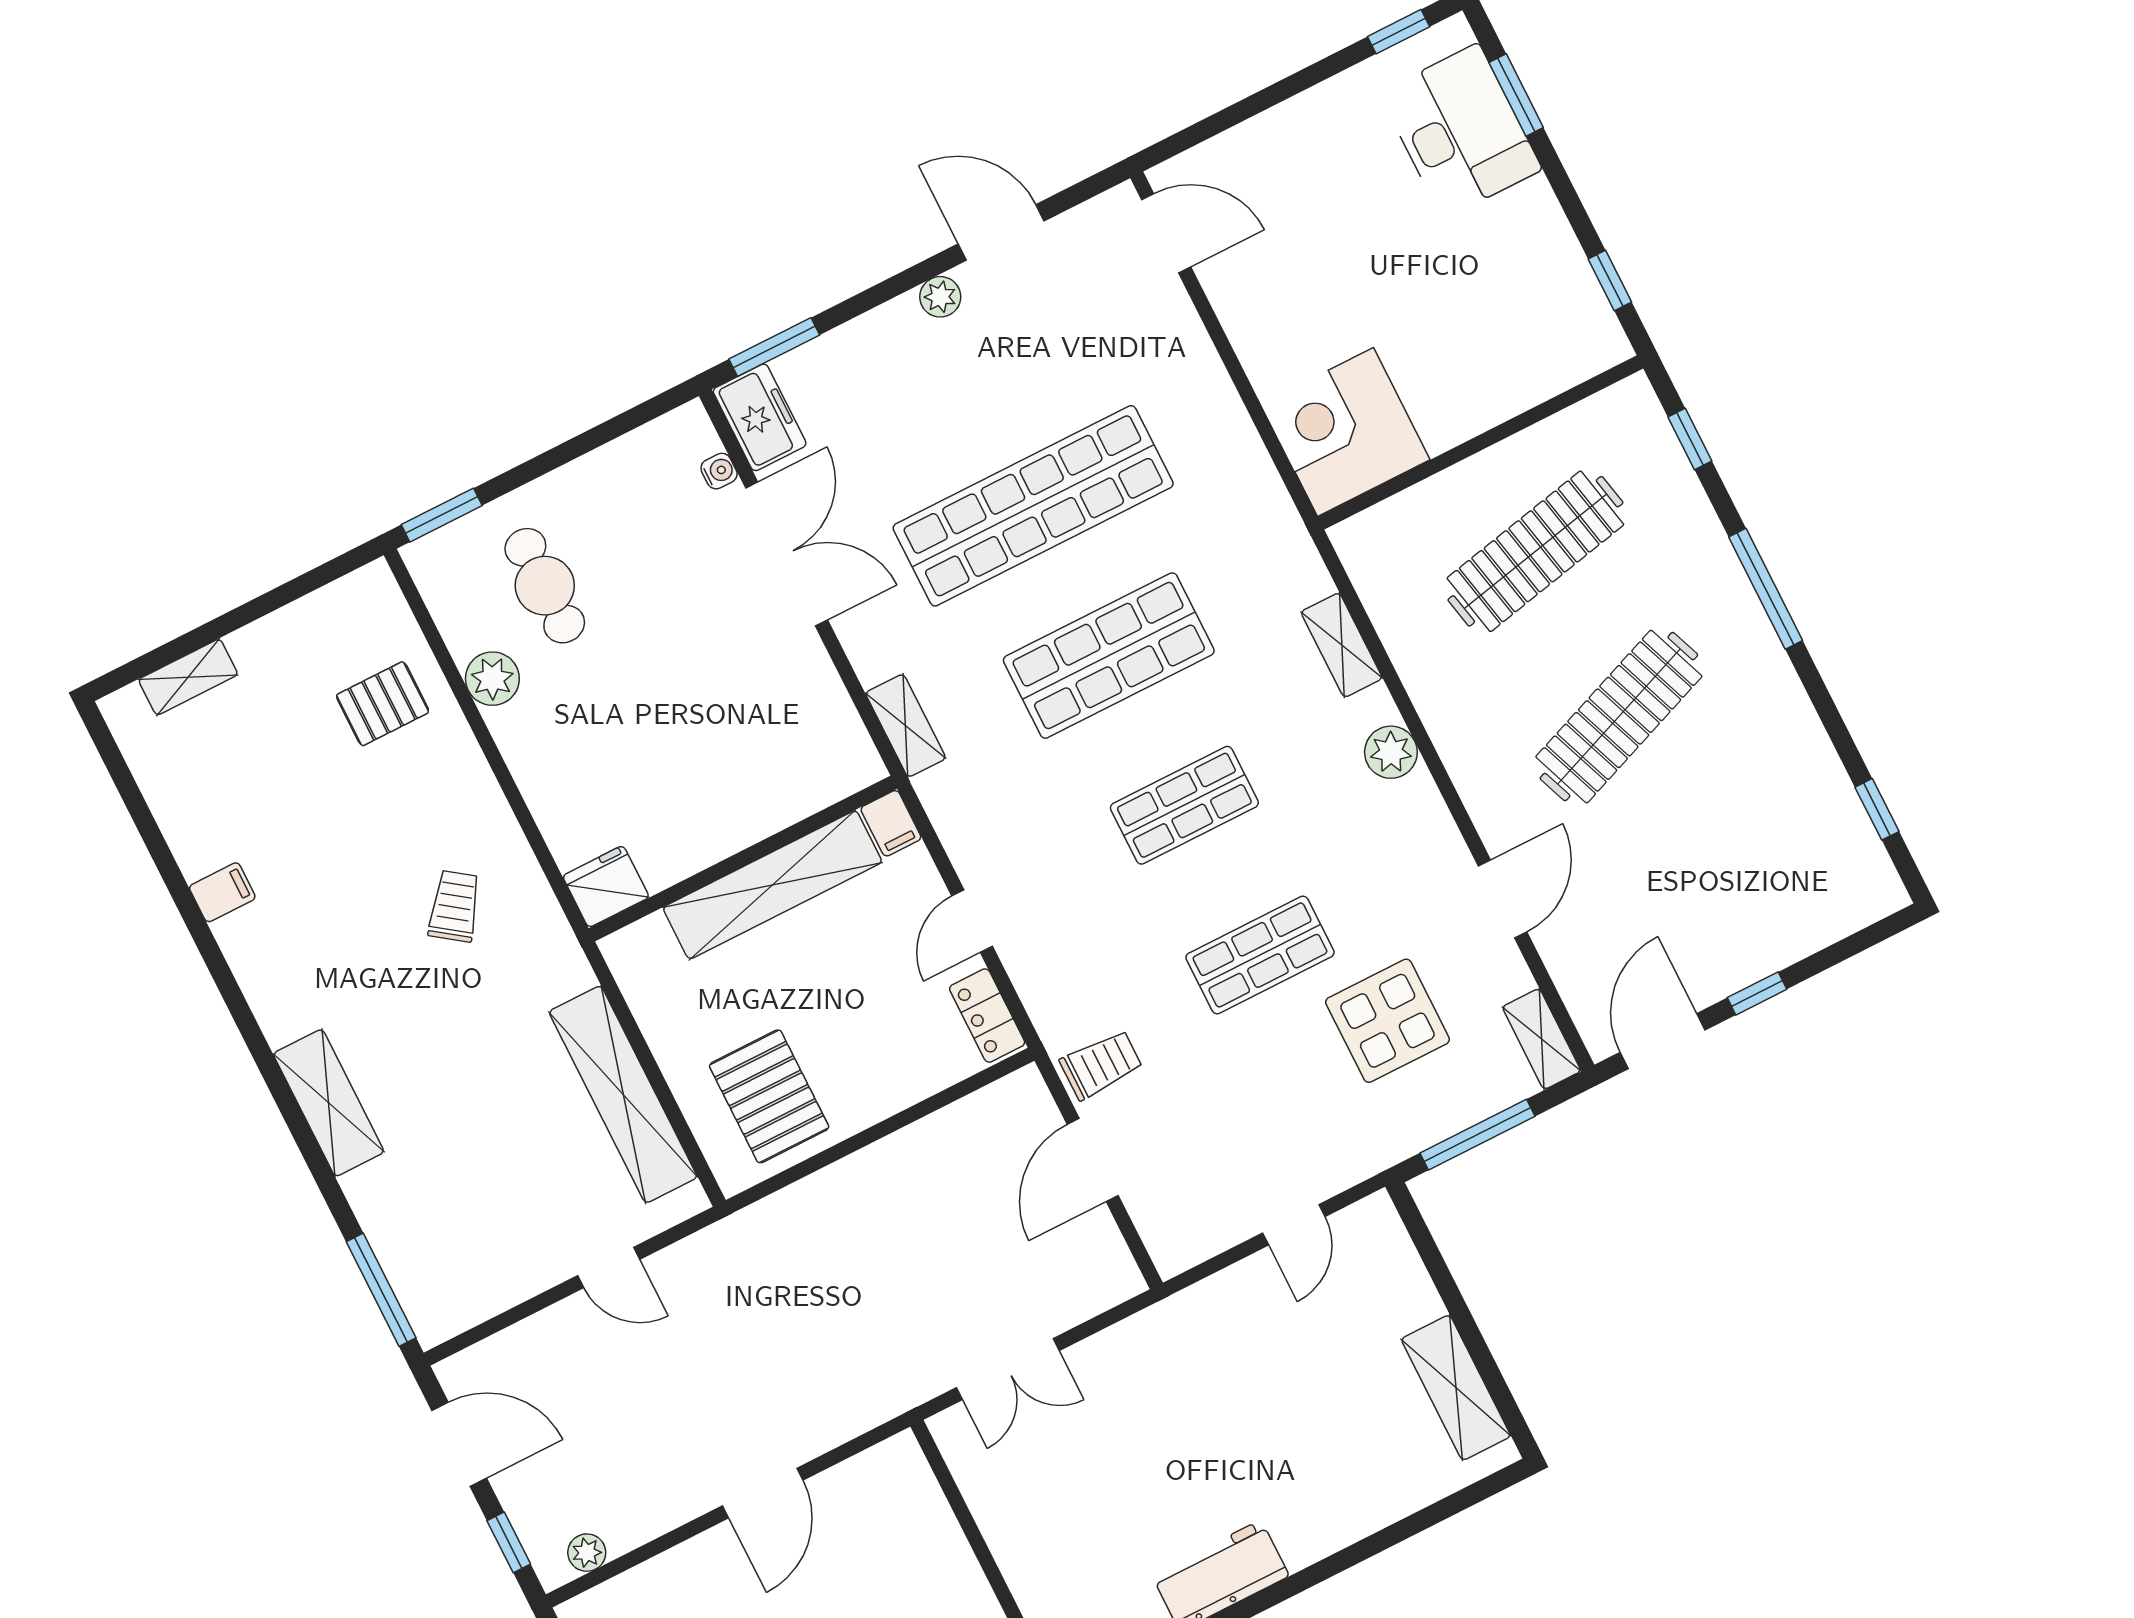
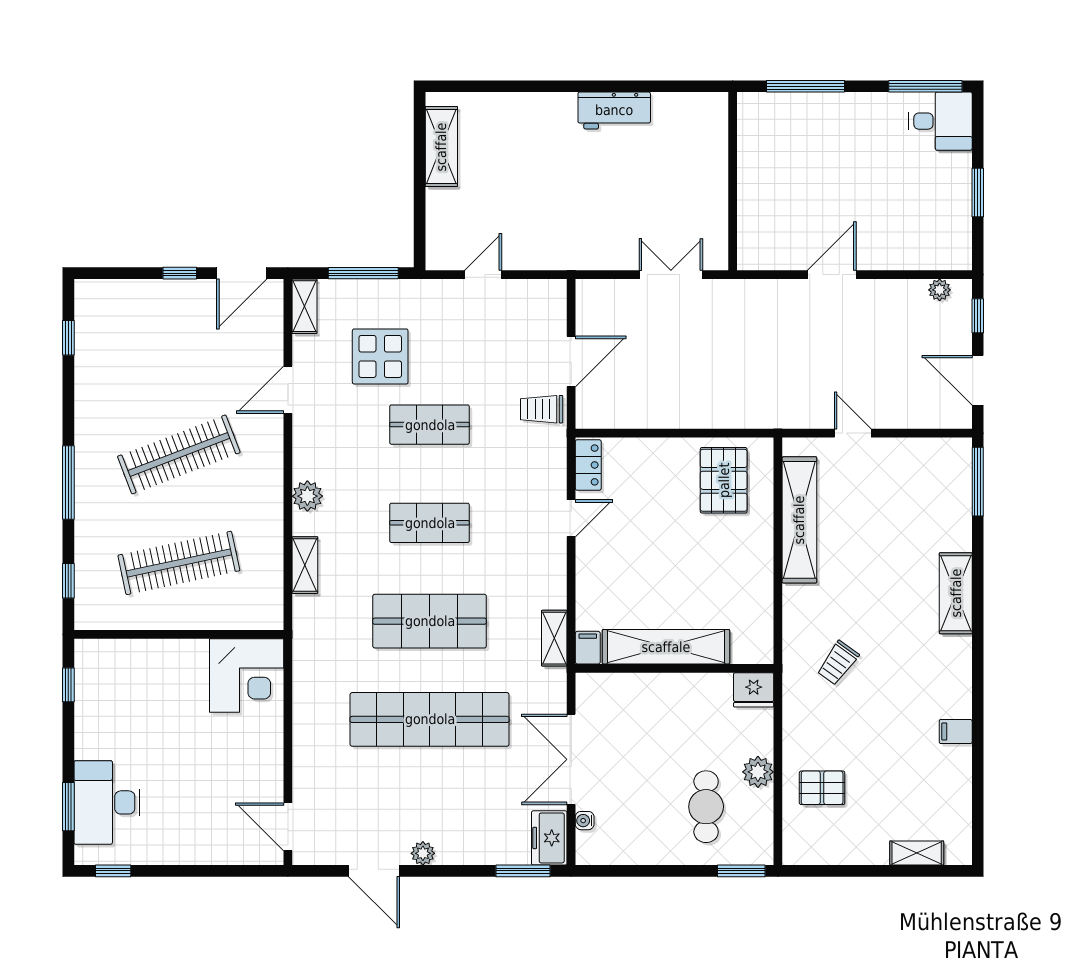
filing cabinet: (891, 823) -> (588, 648), moved
wall: (743, 859) -> (675, 668), moved
shelving: (772, 885) -> (666, 647), moved
fridge: (606, 887) -> (754, 690), moved

